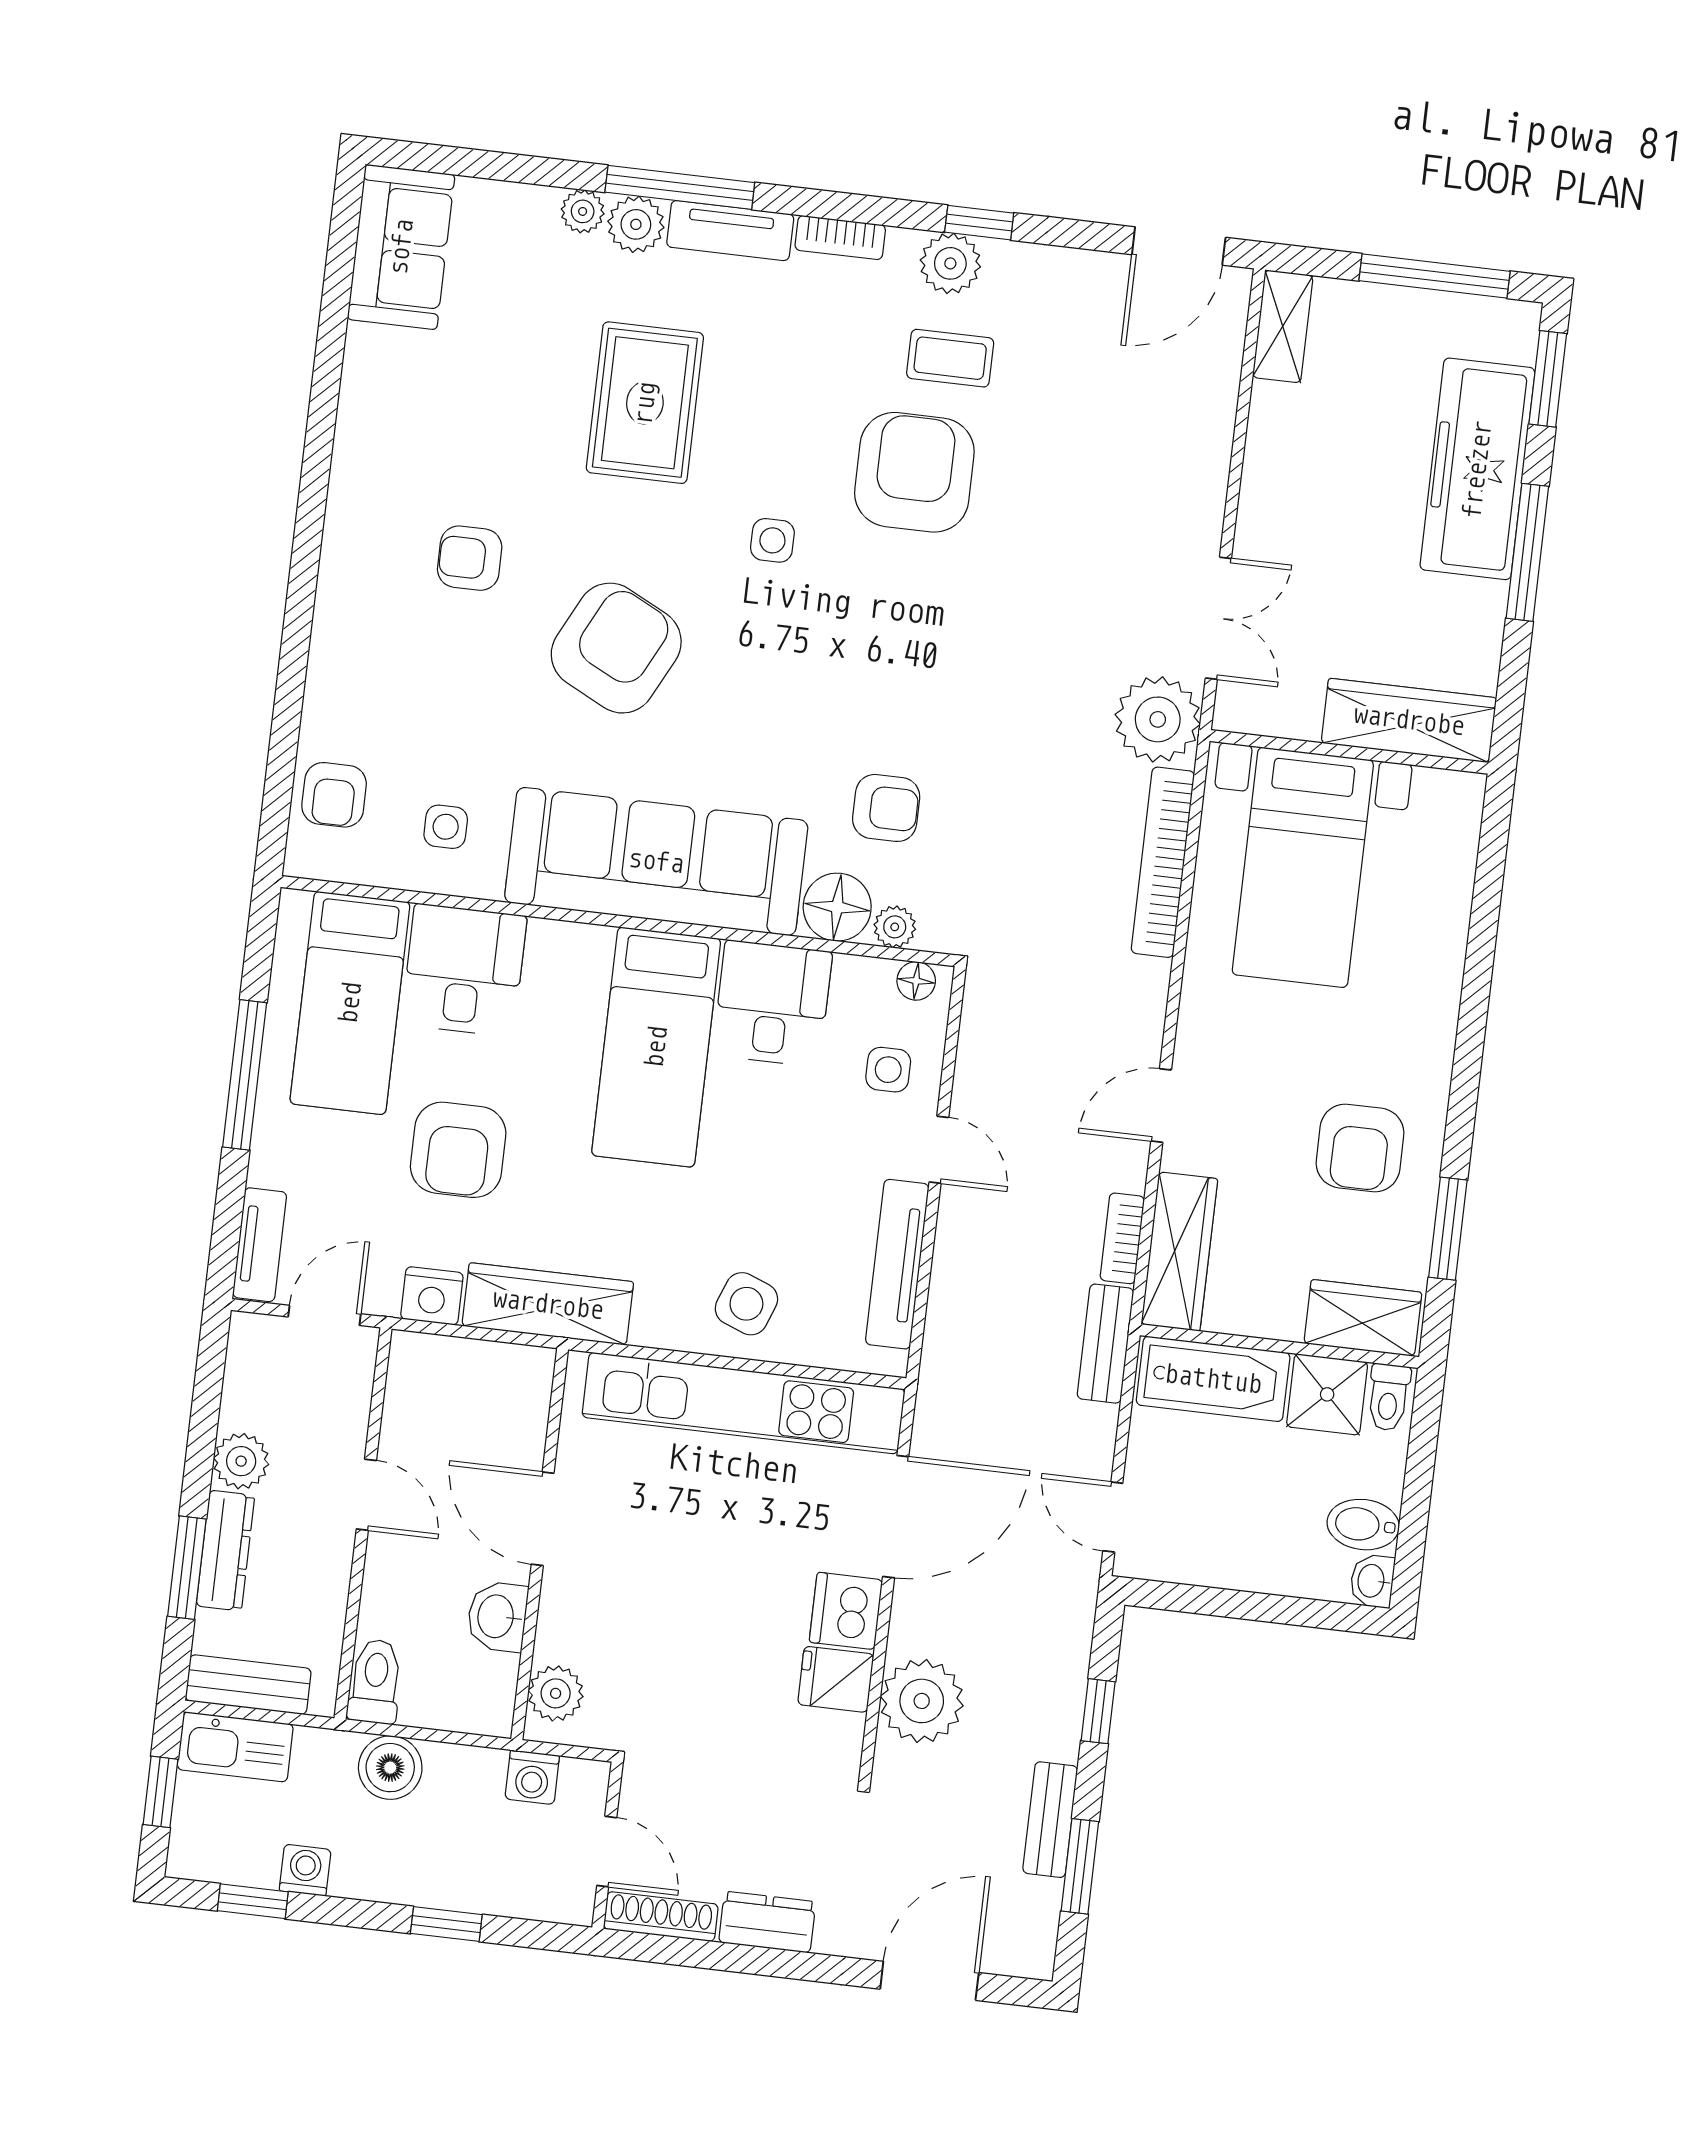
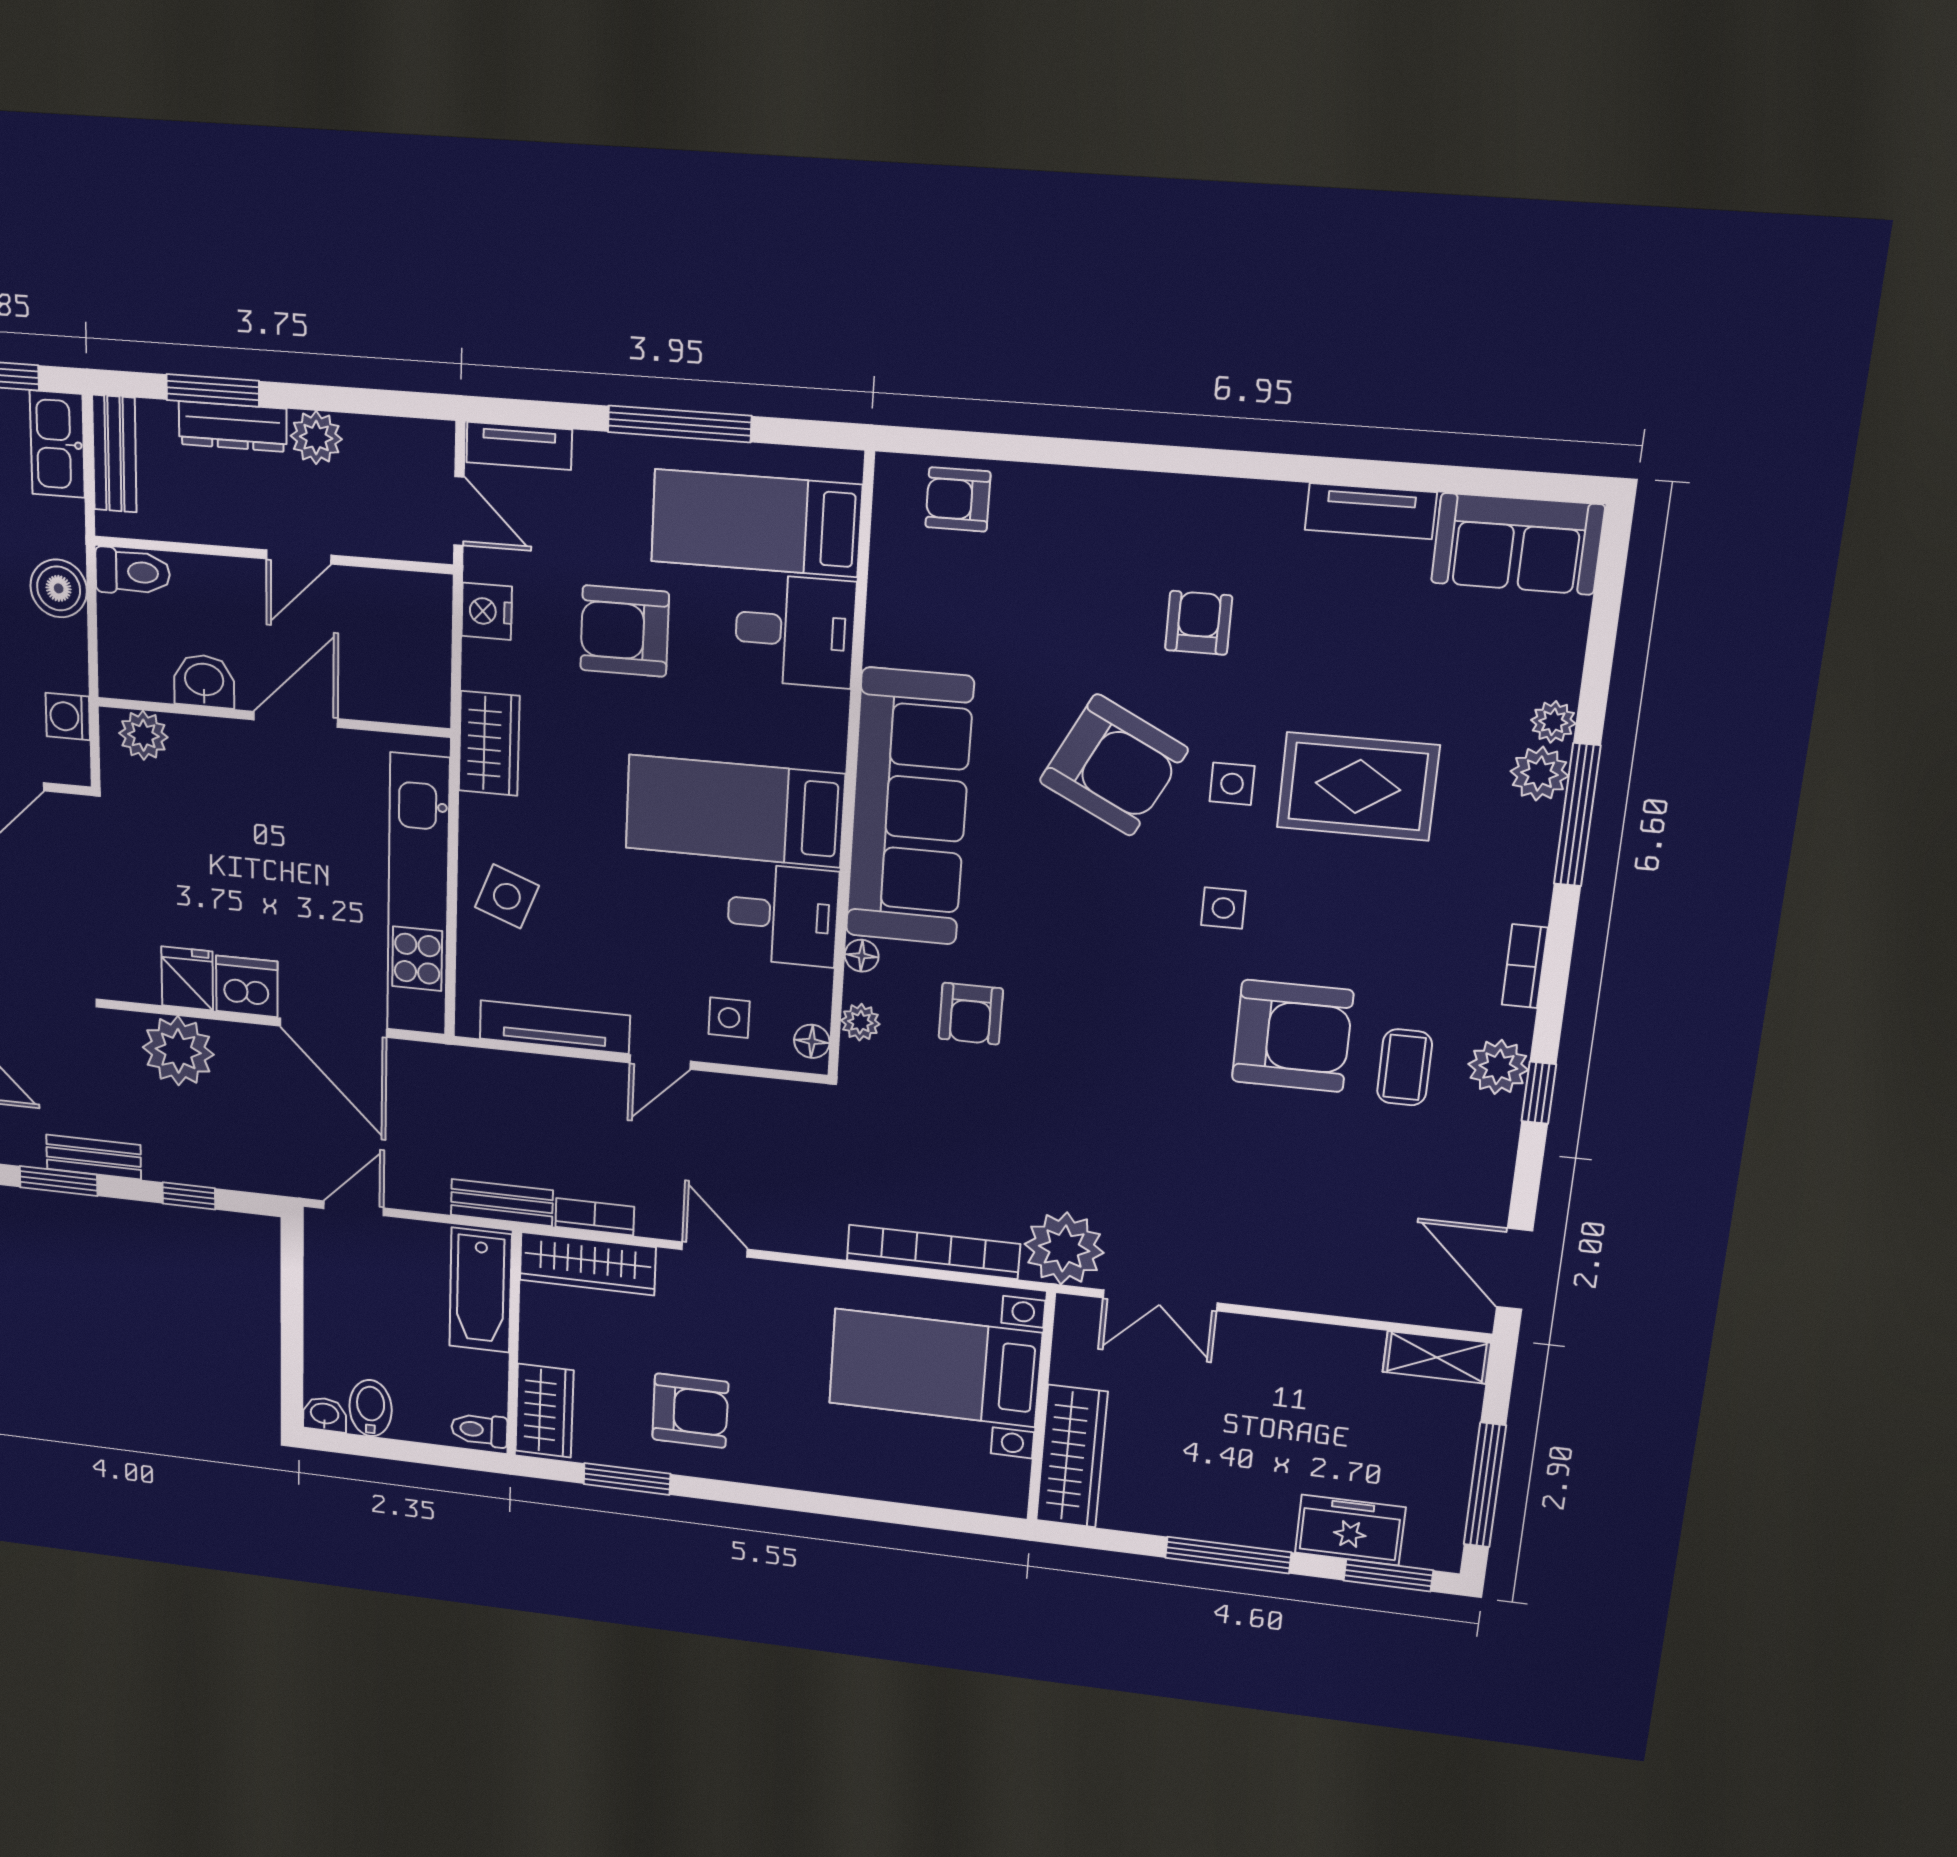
tv unit: (730, 231) -> (1371, 511), moved, turned -90
freezer: (1477, 469) -> (1350, 1530), width x0.52, depth x0.79
side table: (446, 827) -> (1232, 784), moved
floor lamp: (837, 907) -> (862, 956), width x0.53, depth x0.53
armchair: (1360, 1148) -> (690, 1411), turned 180
wardrobe: (548, 1304) -> (489, 743), width x0.67
shower: (1327, 1394) -> (477, 1381), removed

